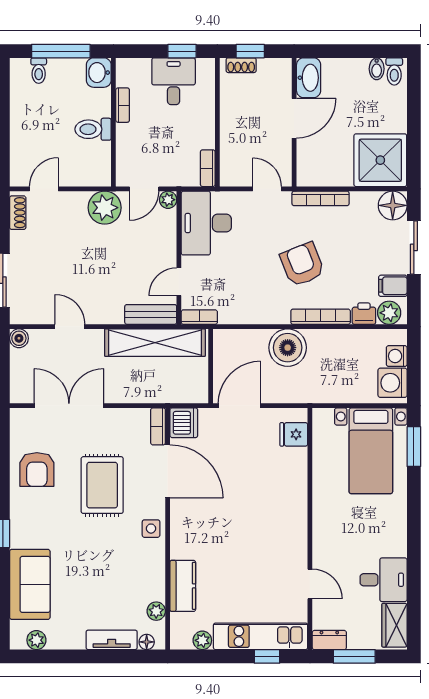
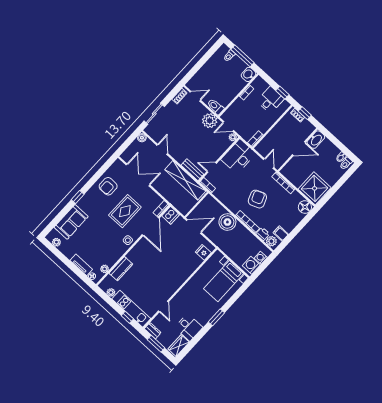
toilet: (93, 129) -> (215, 107), moved
sliding door: (414, 247) -> (299, 227), removed
window: (414, 447) -> (216, 317), moved

